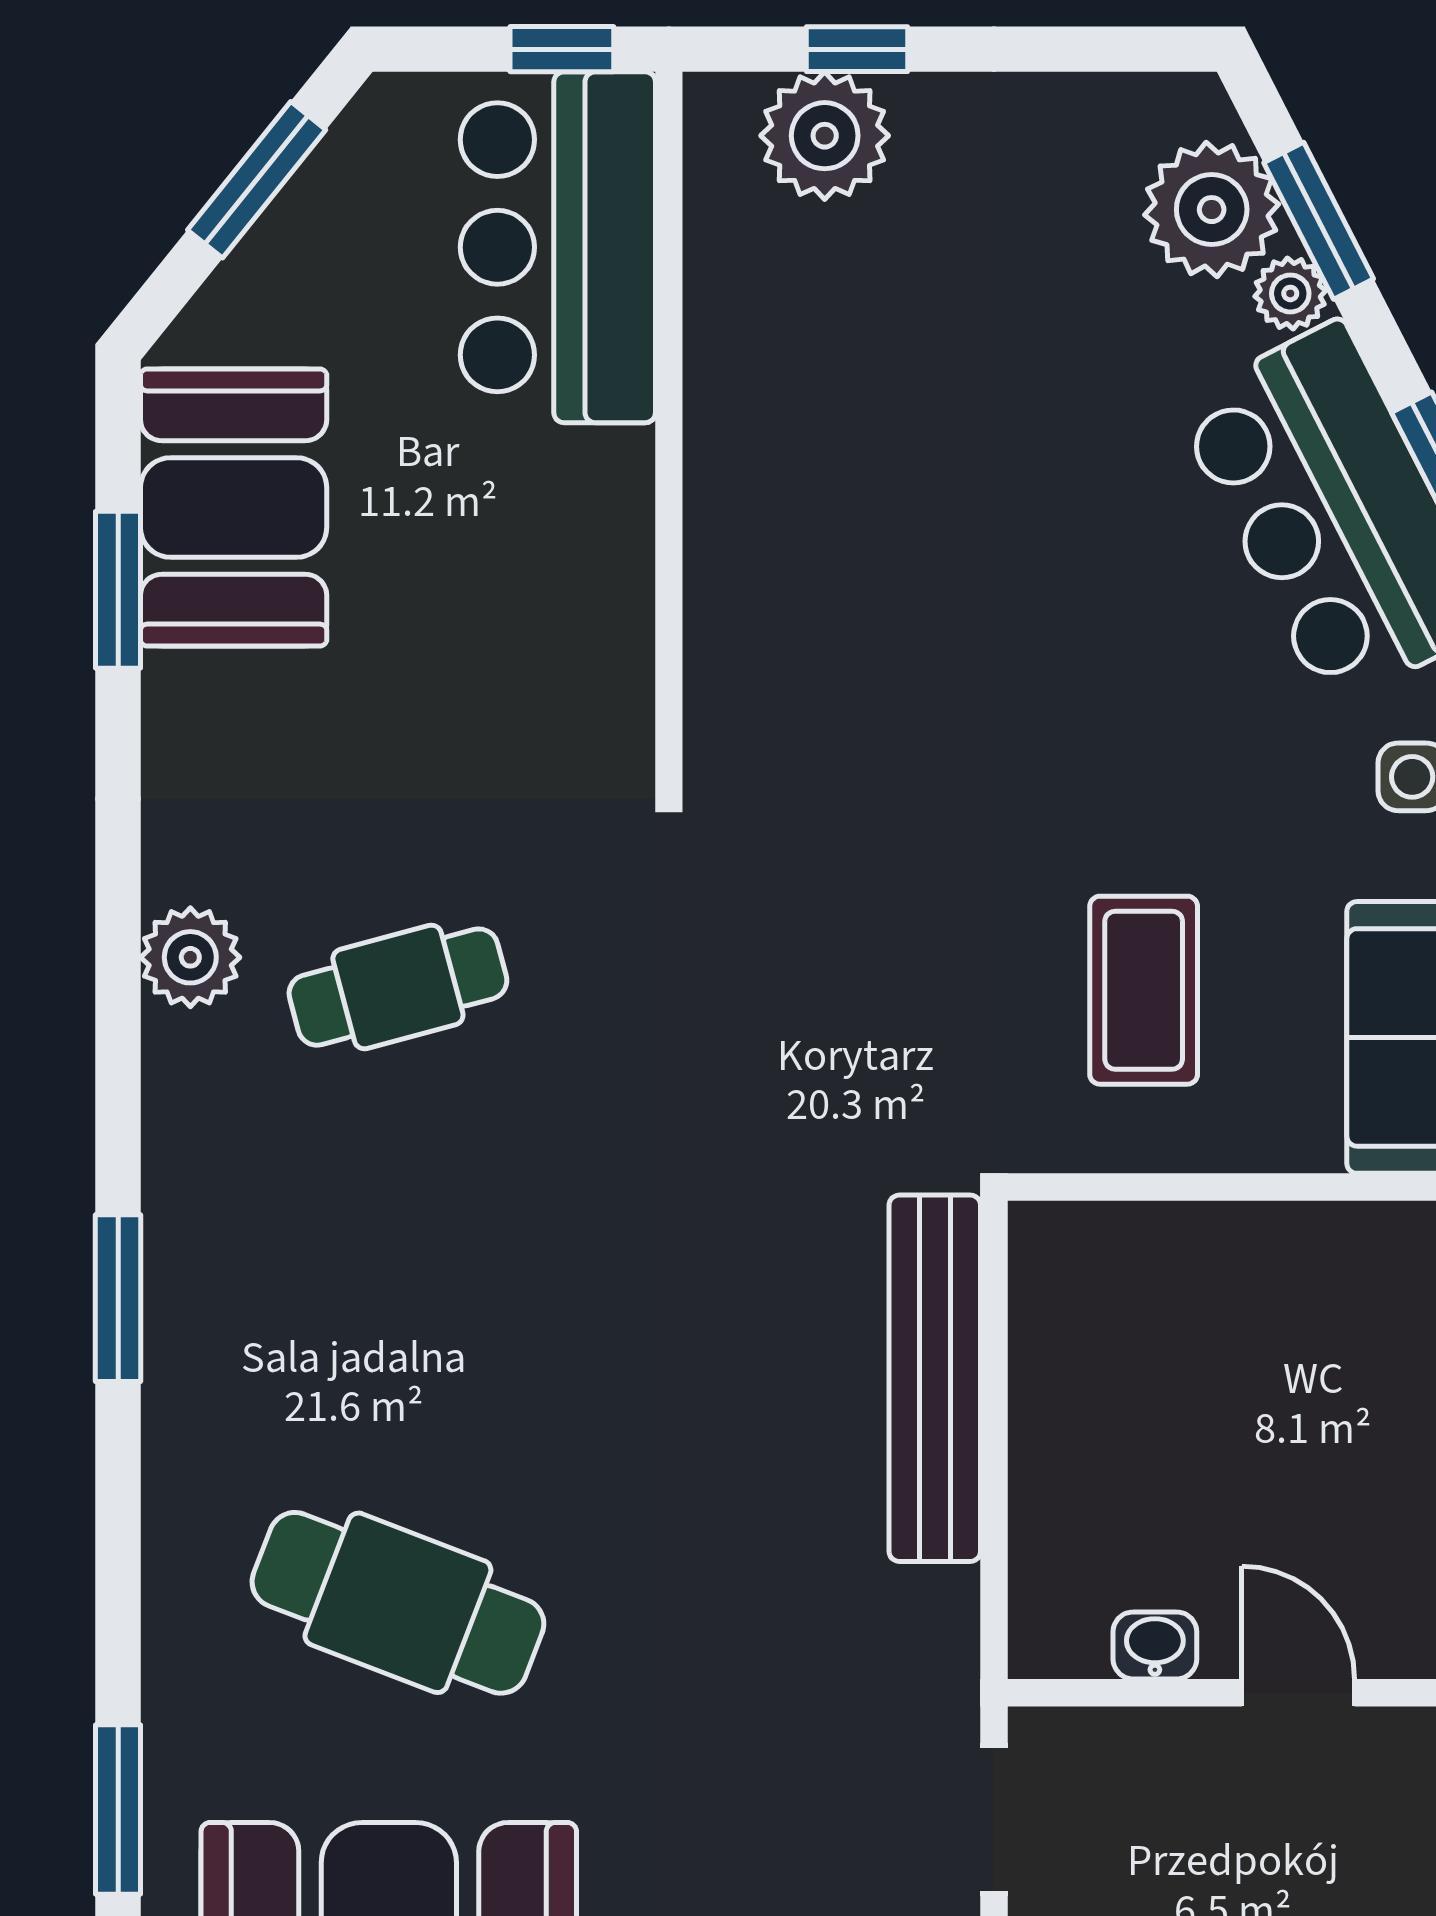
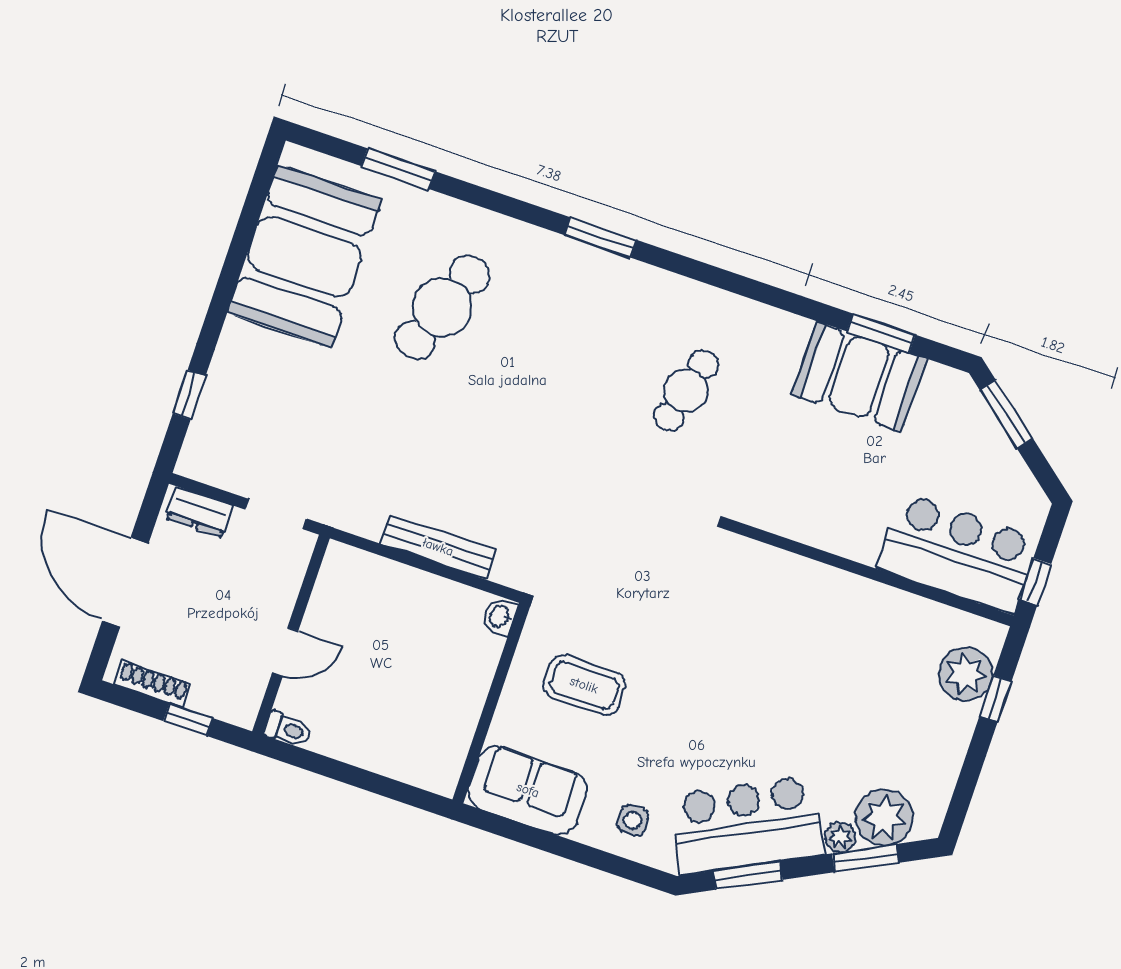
window: (257, 180) -> (1006, 414), moved
booth: (234, 507) -> (859, 377), moved
plant: (190, 957) -> (726, 312), removed
cafe table: (398, 987) -> (686, 390), turned 30
bench: (935, 1378) -> (438, 547), width x0.73, depth x0.82
washbasin: (1155, 1645) -> (500, 616), moved, turned 180

